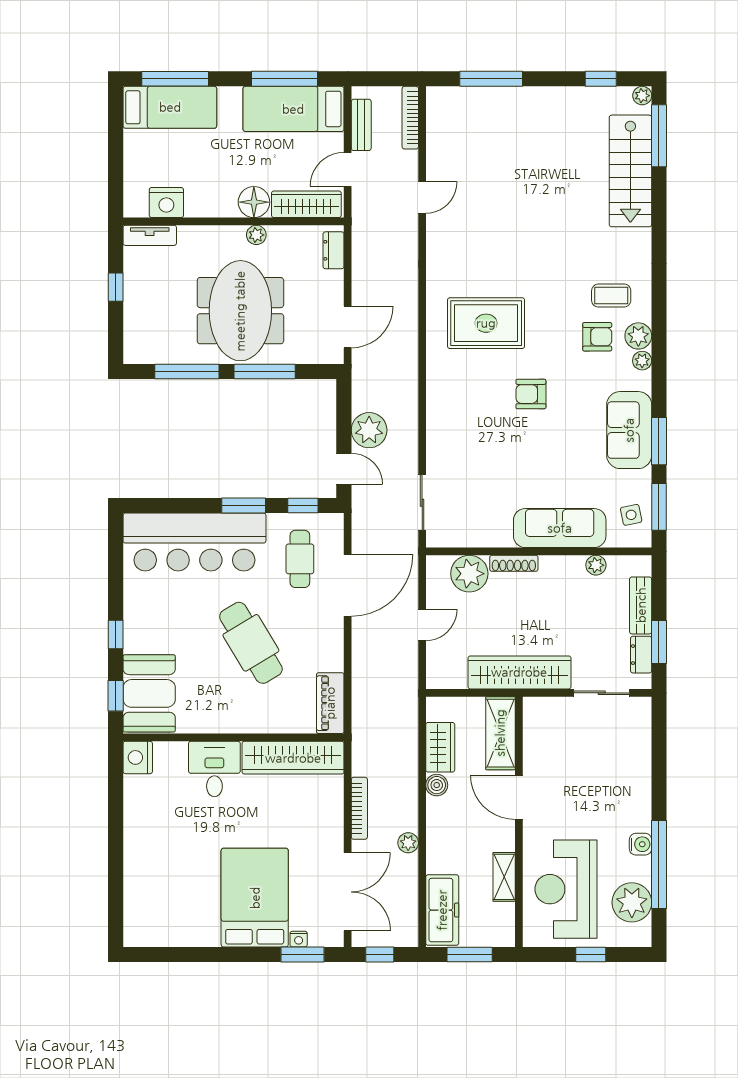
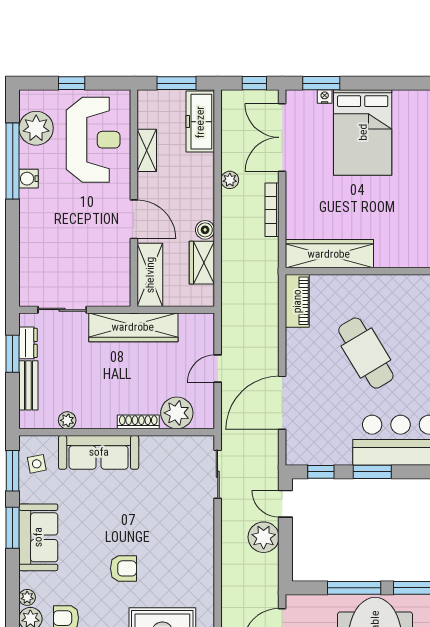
cafe table: (300, 559) -> (323, 426), removed
desk: (214, 769) -> (398, 244), removed

